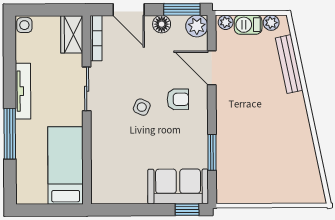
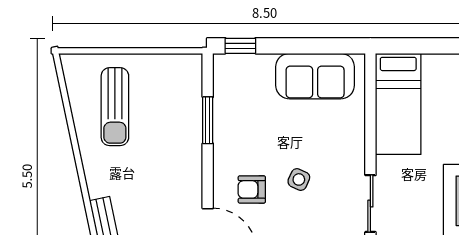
sun lounger: (283, 163) -> (115, 107), added
sofa: (178, 186) -> (315, 76), moved

